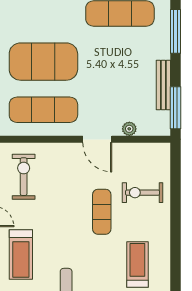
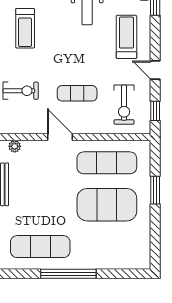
plant: (129, 129) -> (15, 146), moved
exercise mat: (102, 212) -> (77, 93), moved, turned 90

